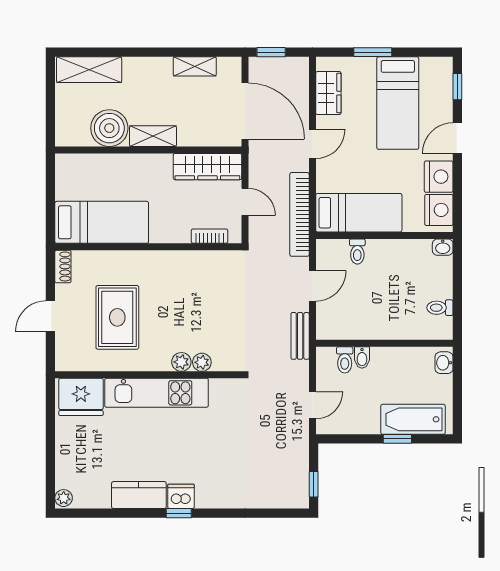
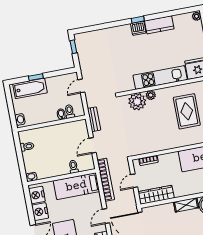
door: (245, 202) -> (134, 181), hinge flipped
plant: (202, 362) -> (137, 102), width x1.88, depth x1.88

